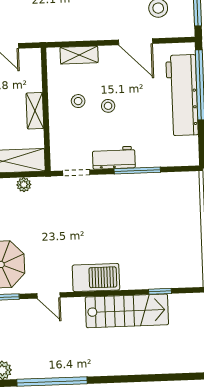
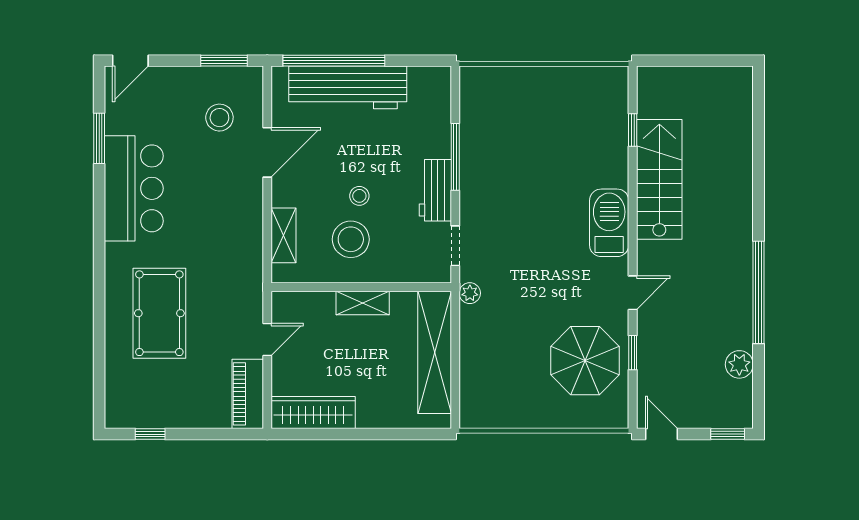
stool: (78, 101) -> (351, 239), width x1.89, depth x1.89
plant: (24, 185) -> (470, 293), moved

